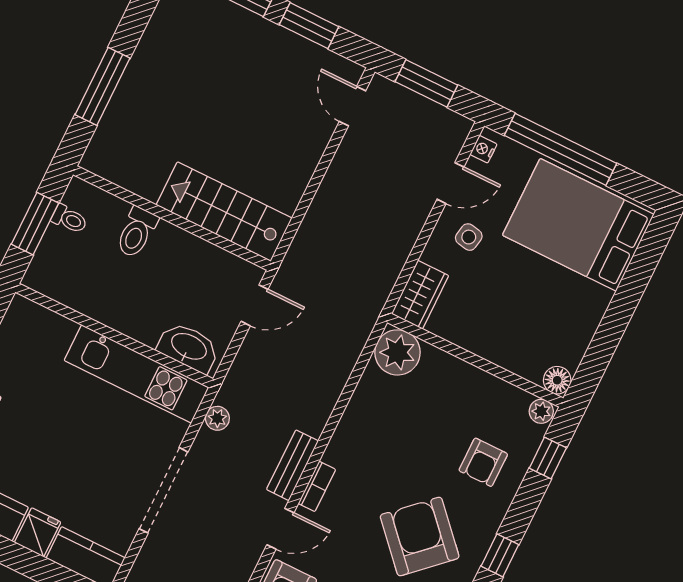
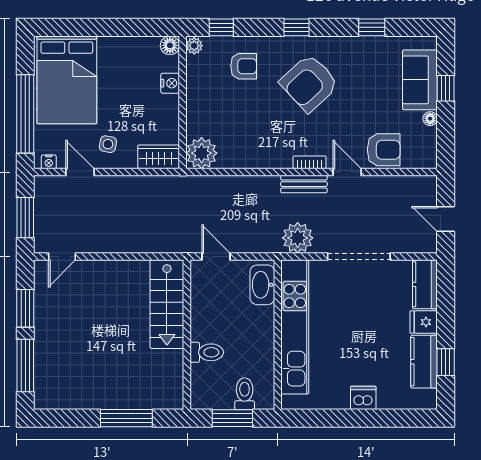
toilet: (69, 219) -> (245, 394), moved, width x1.37, depth x1.39
nightstand: (508, 356) -> (170, 83), added
kitchen unit: (137, 374) -> (295, 327), width x1.36
plant: (217, 418) -> (298, 238), width x1.88, depth x1.88

